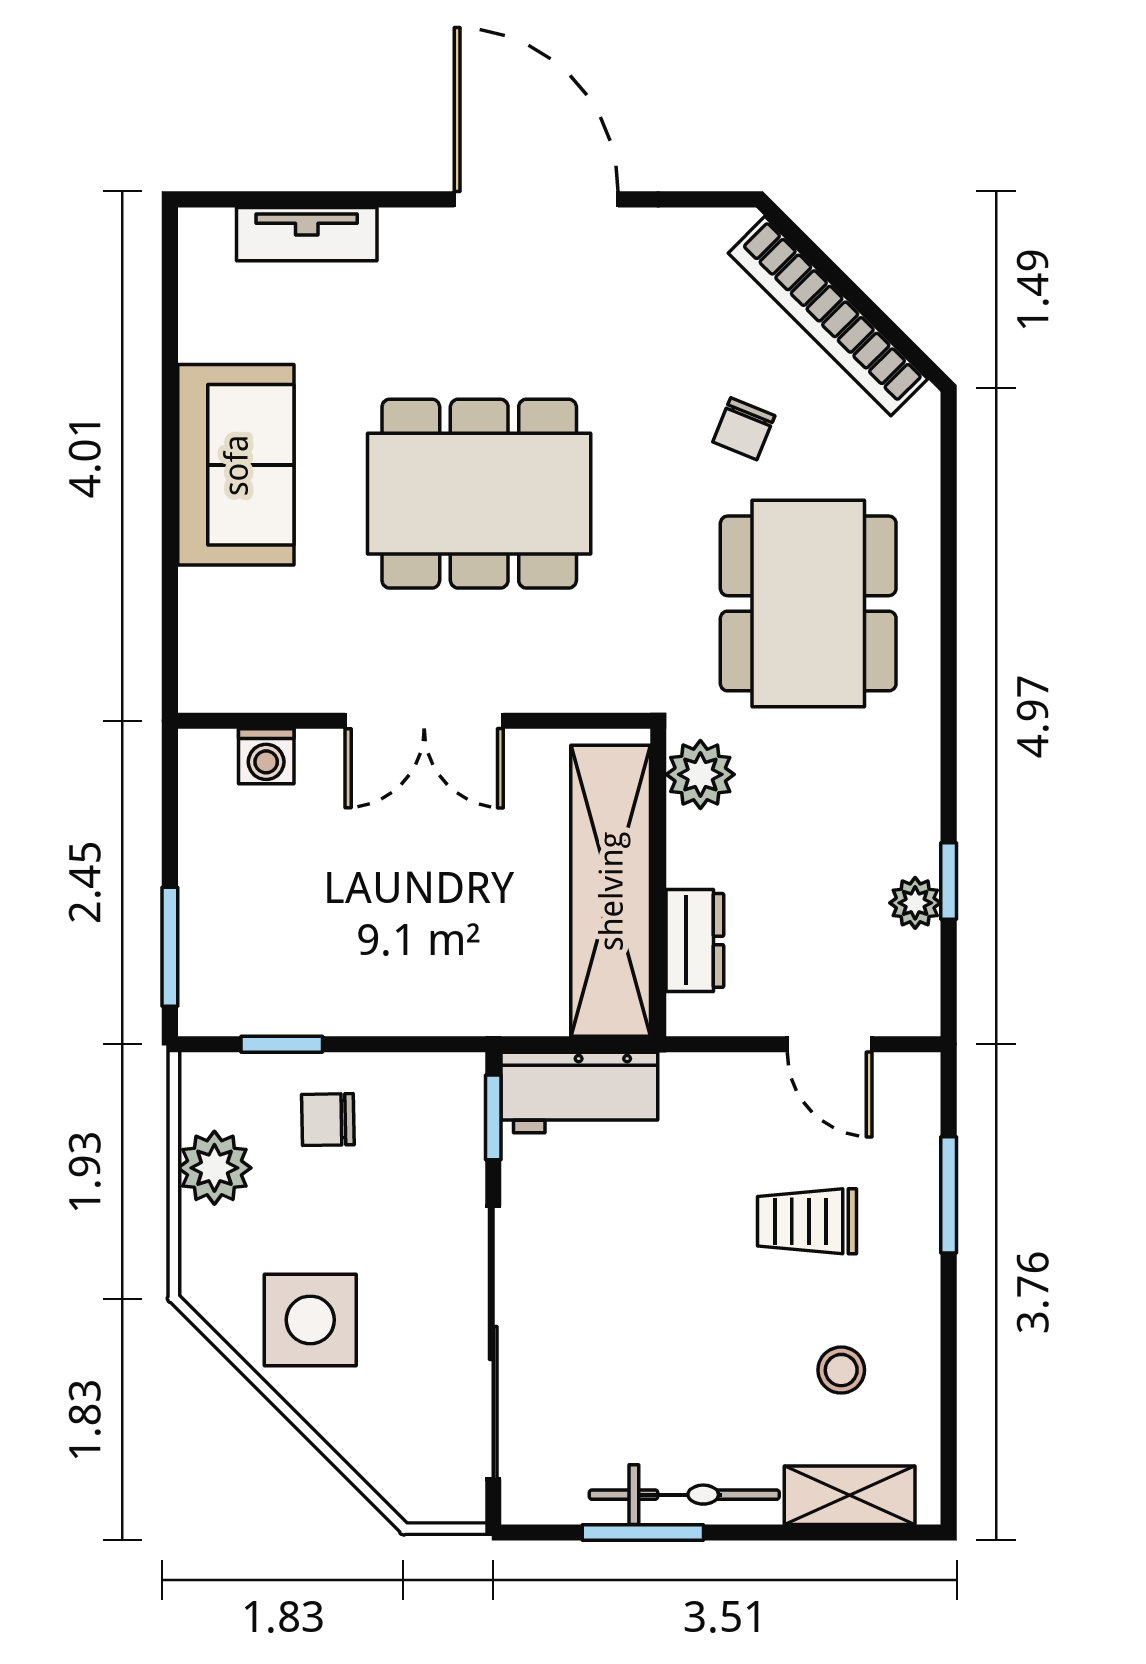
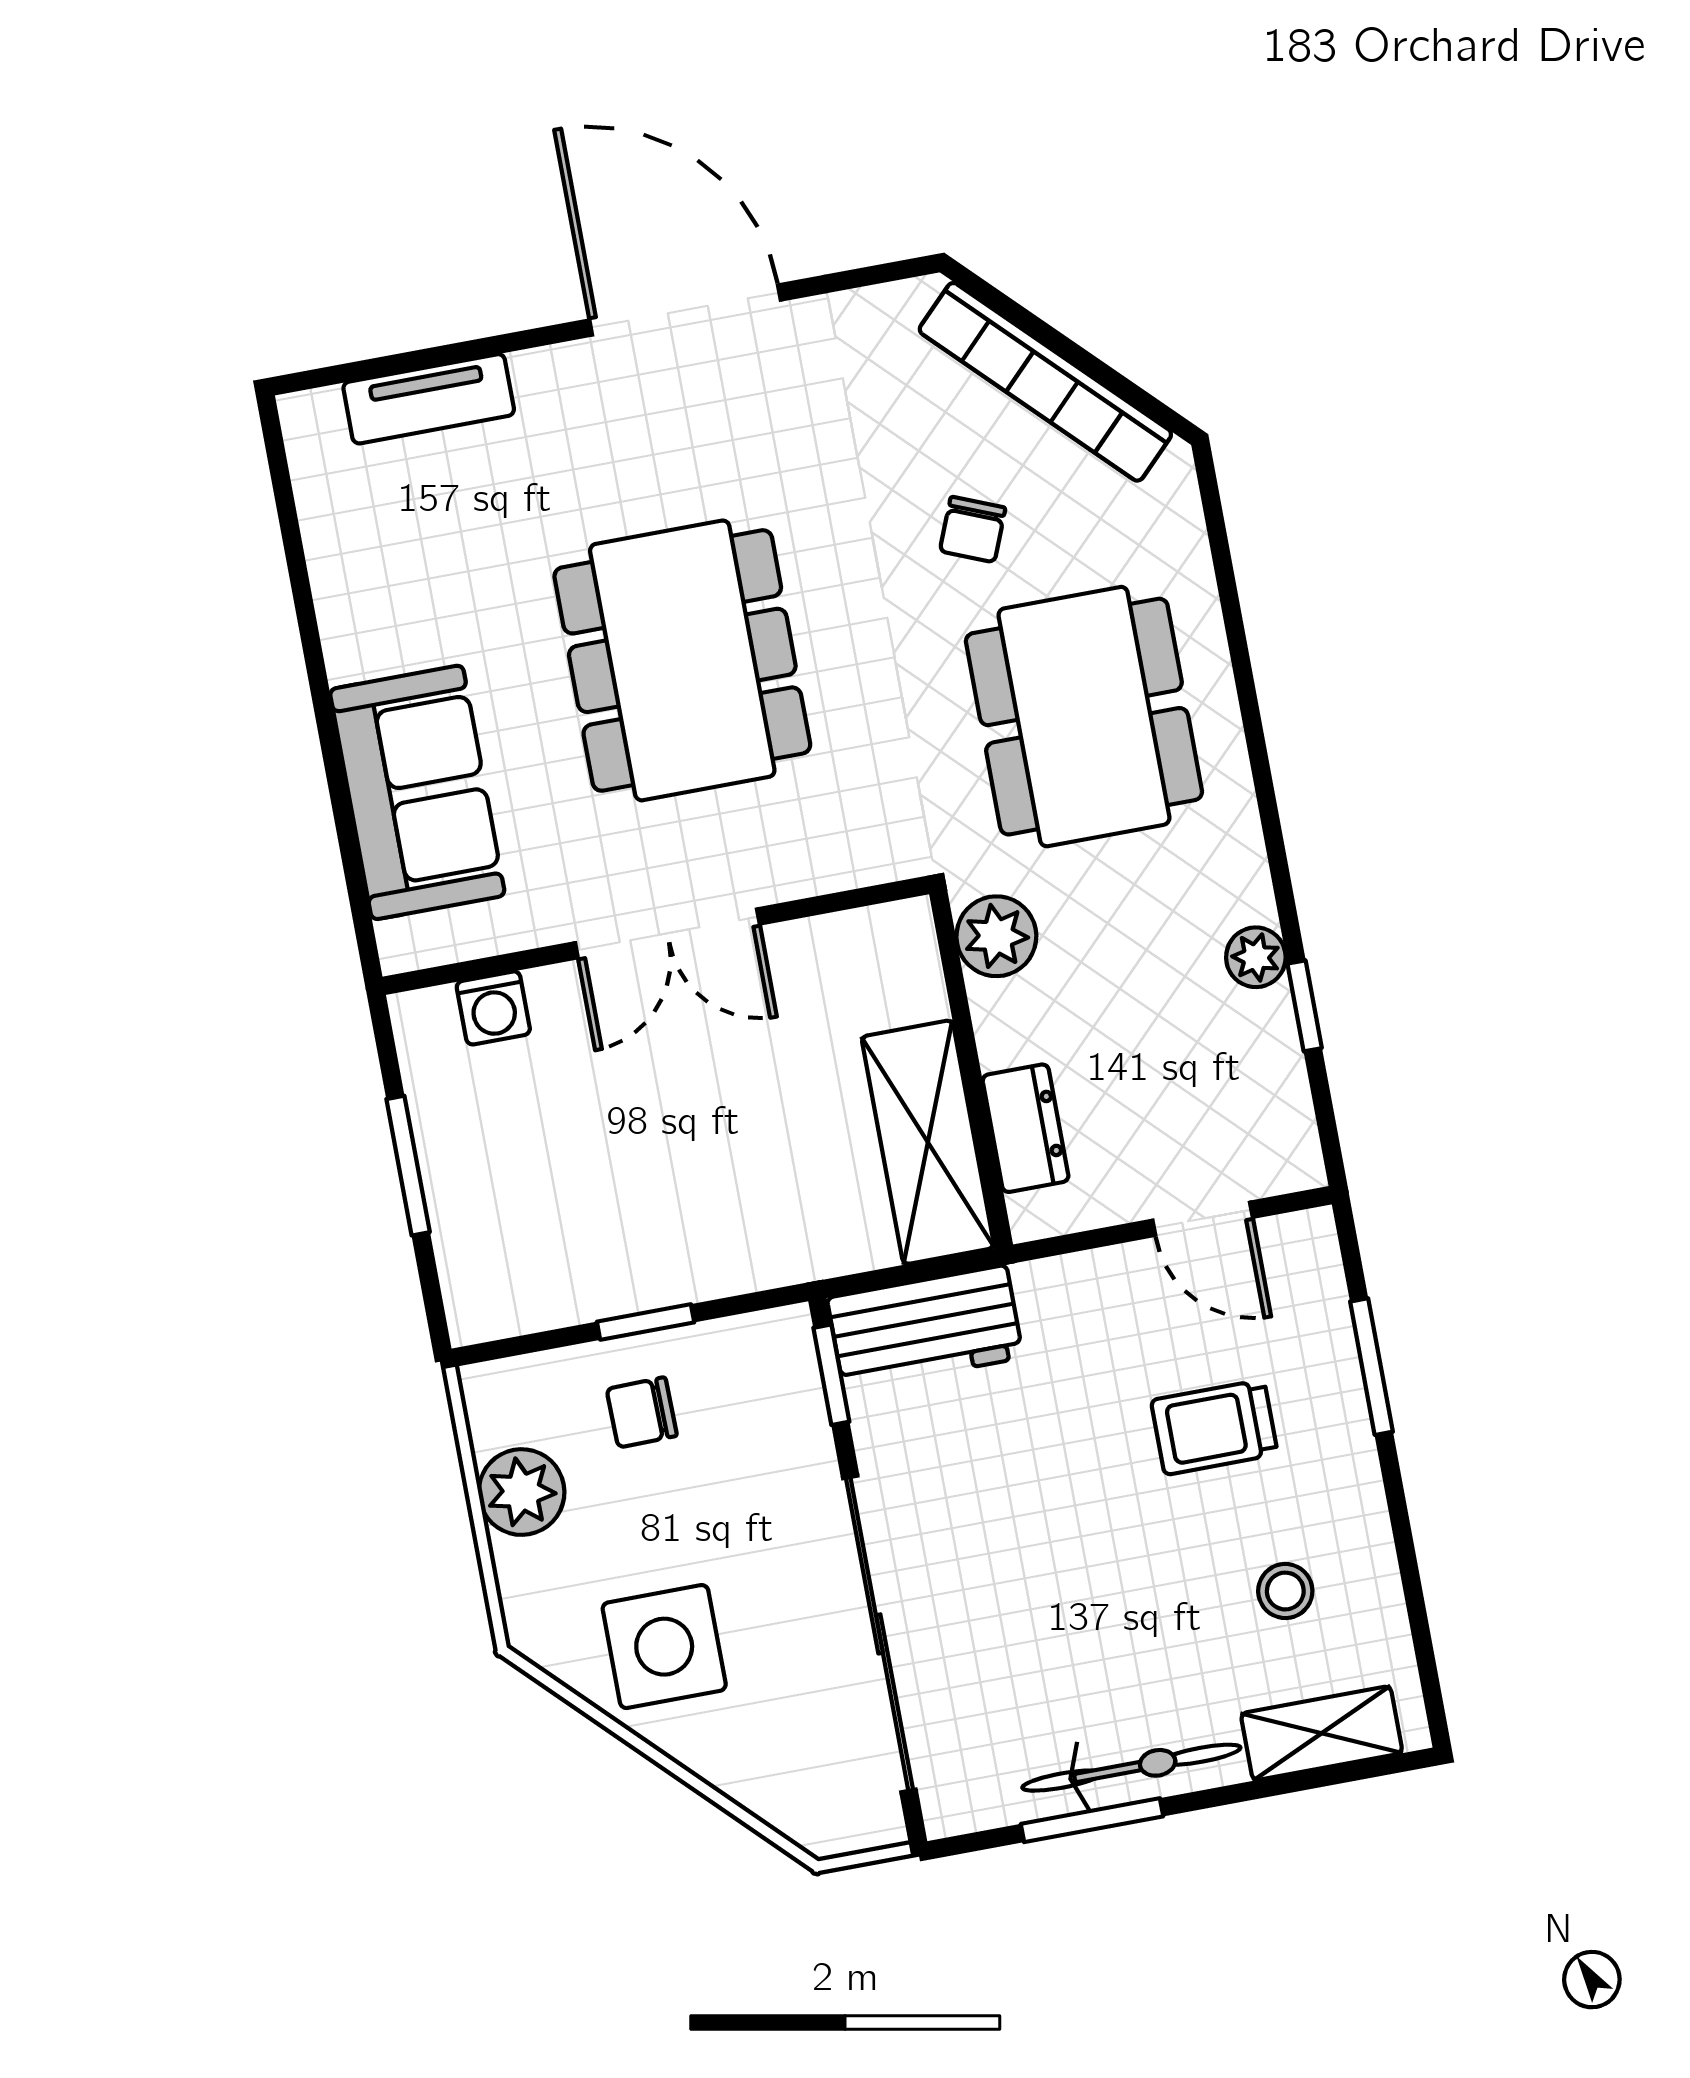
sofa: (236, 465) -> (417, 792), moved
dining table: (479, 494) -> (682, 660), turned 90
shelving: (611, 891) -> (928, 1142), width x0.68
plant: (915, 903) -> (1256, 957), moved
window: (170, 947) -> (408, 1166), moved
window: (282, 1044) -> (646, 1322), moved

